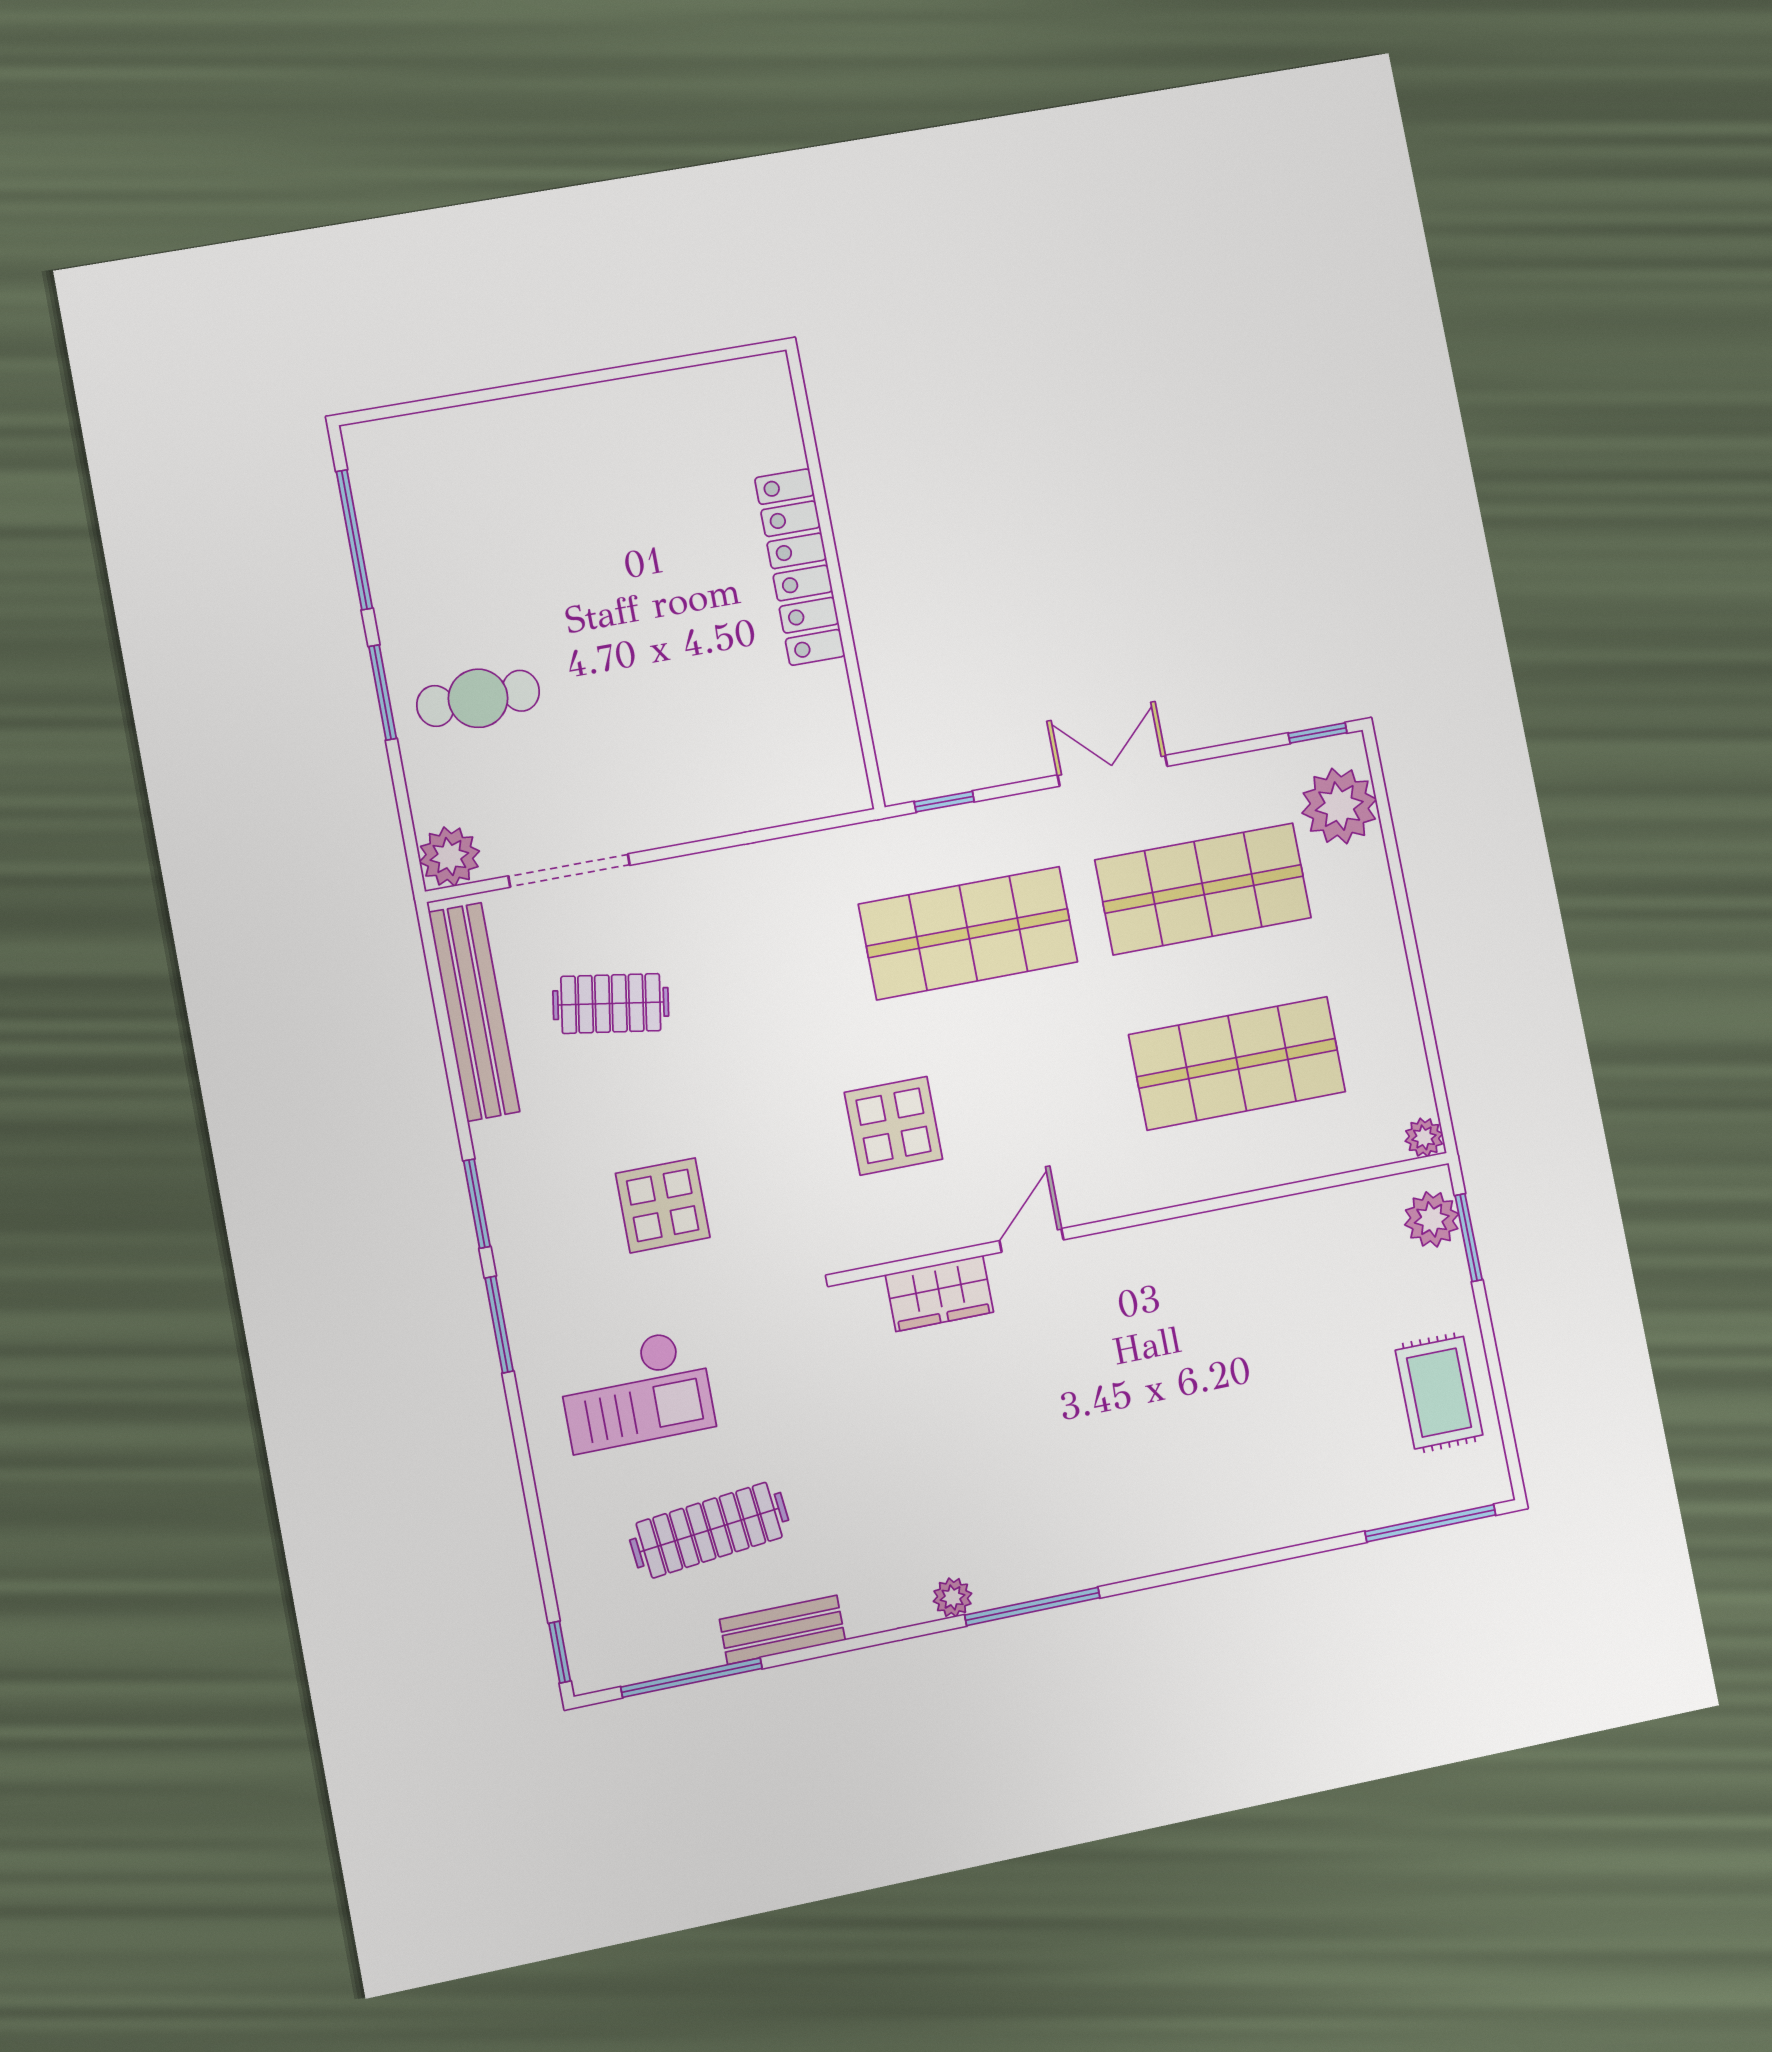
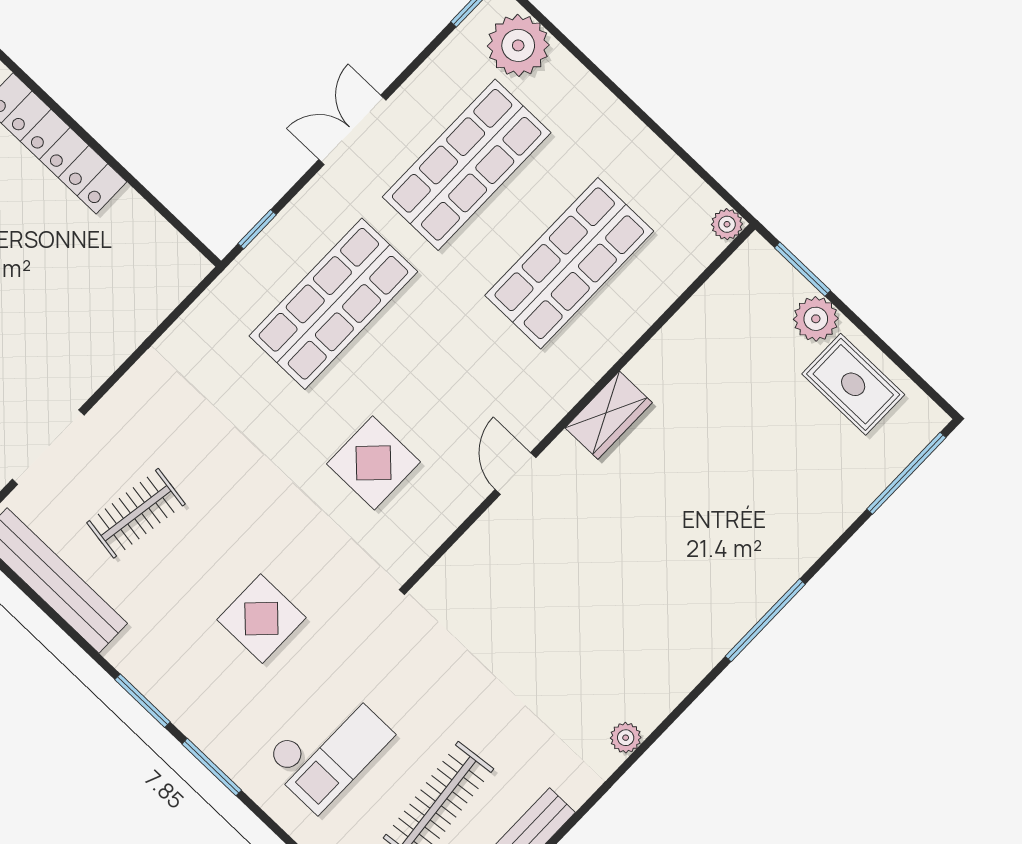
plant: (1432, 1219) -> (816, 319), moved
wardrobe: (939, 1293) -> (609, 415), moved
window: (1032, 1606) -> (765, 620), moved

